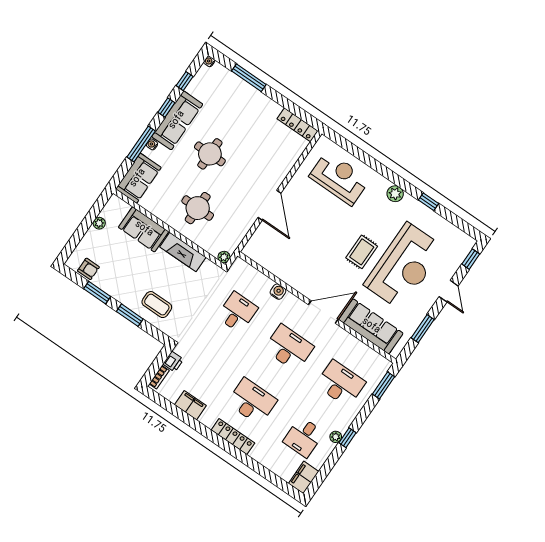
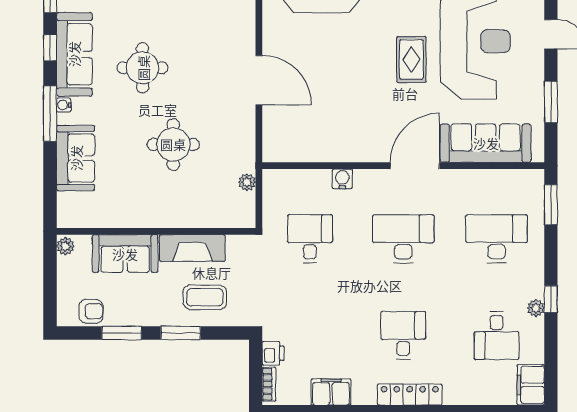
sofa: (144, 229) -> (125, 254), moved
wall: (169, 229) -> (156, 231), moved
fireplace: (183, 252) -> (192, 248), moved
desk: (252, 401) -> (403, 335), width x0.73

